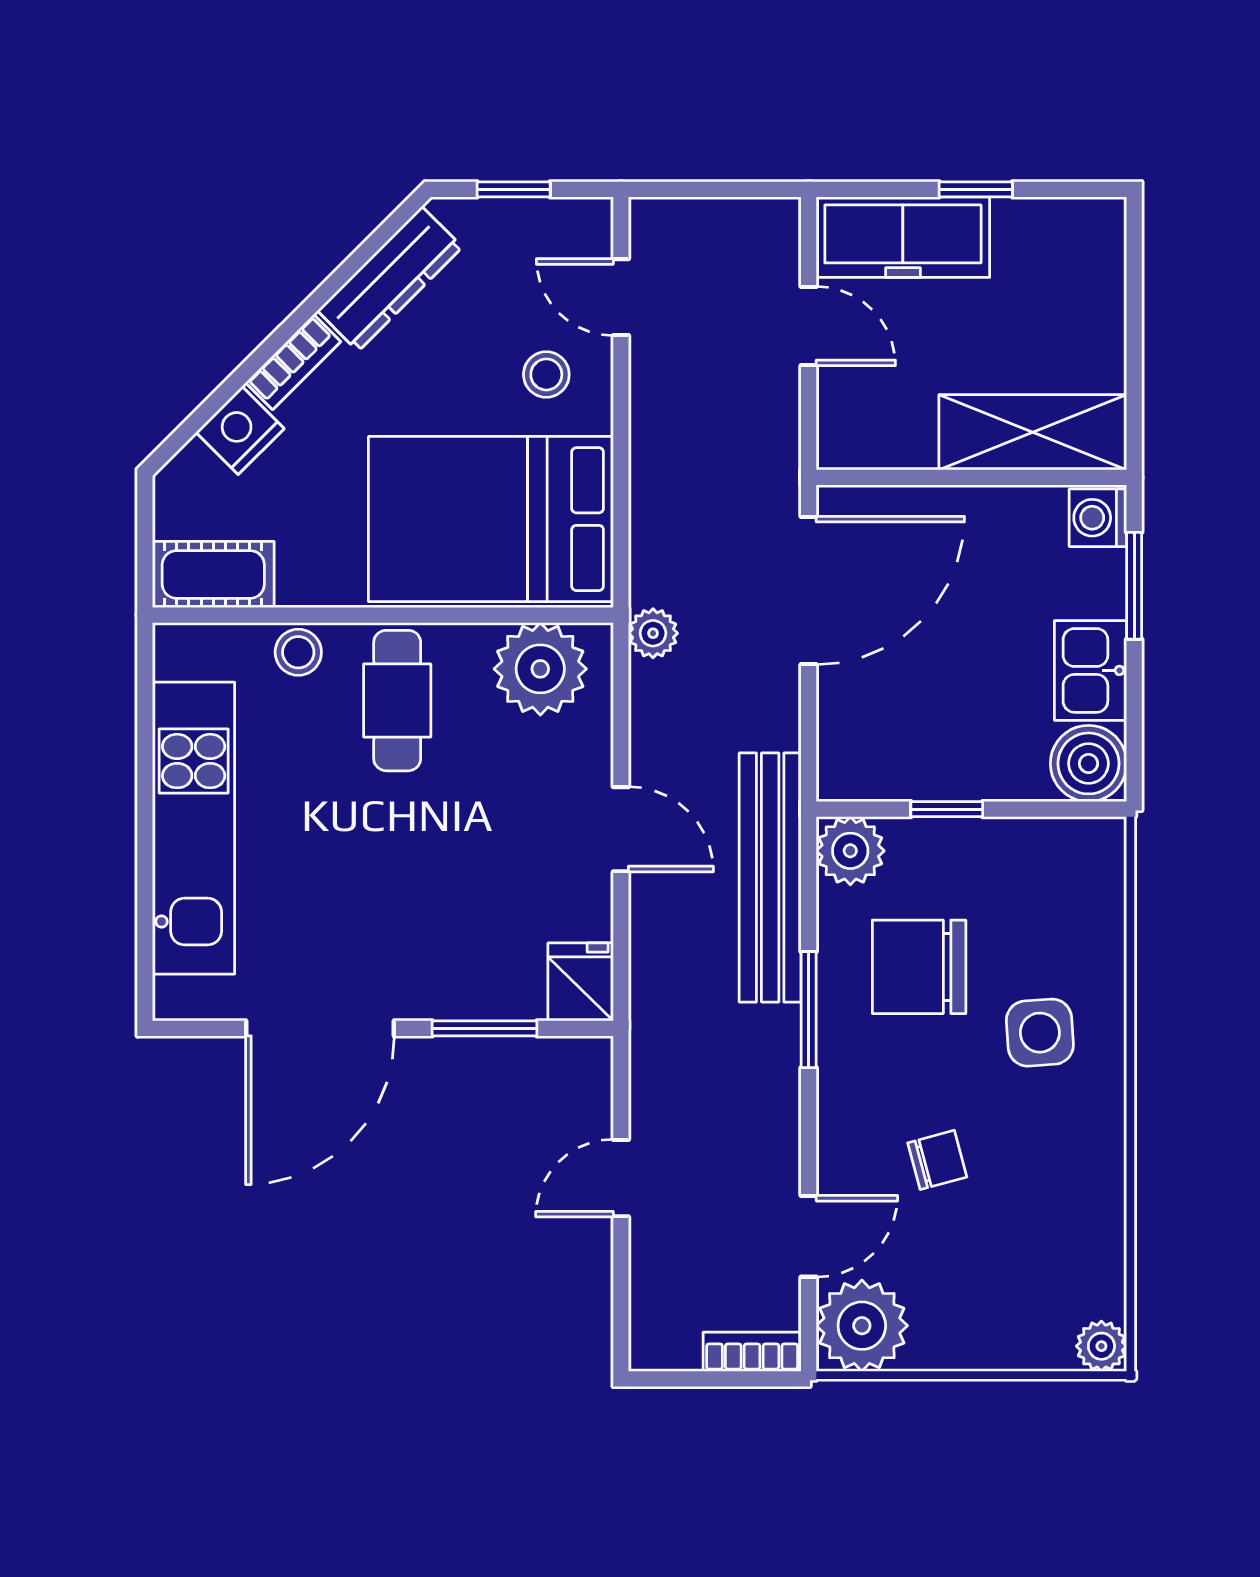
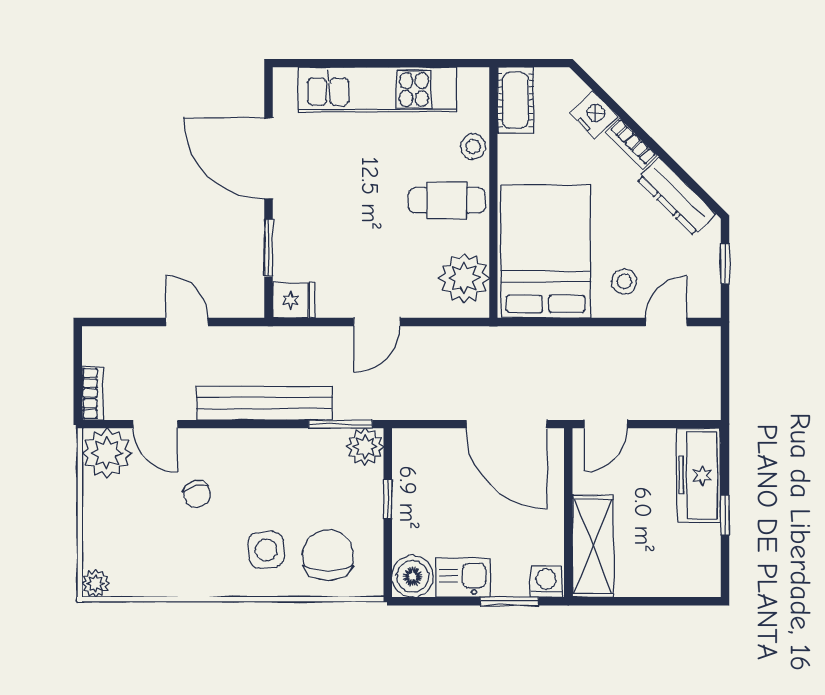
door: (809, 326) -> (606, 424), moved
plant: (653, 633) -> (483, 339), removed
bench: (770, 877) -> (264, 403), moved
chair: (919, 967) -> (328, 555), moved
window: (809, 1010) -> (341, 424), moved

